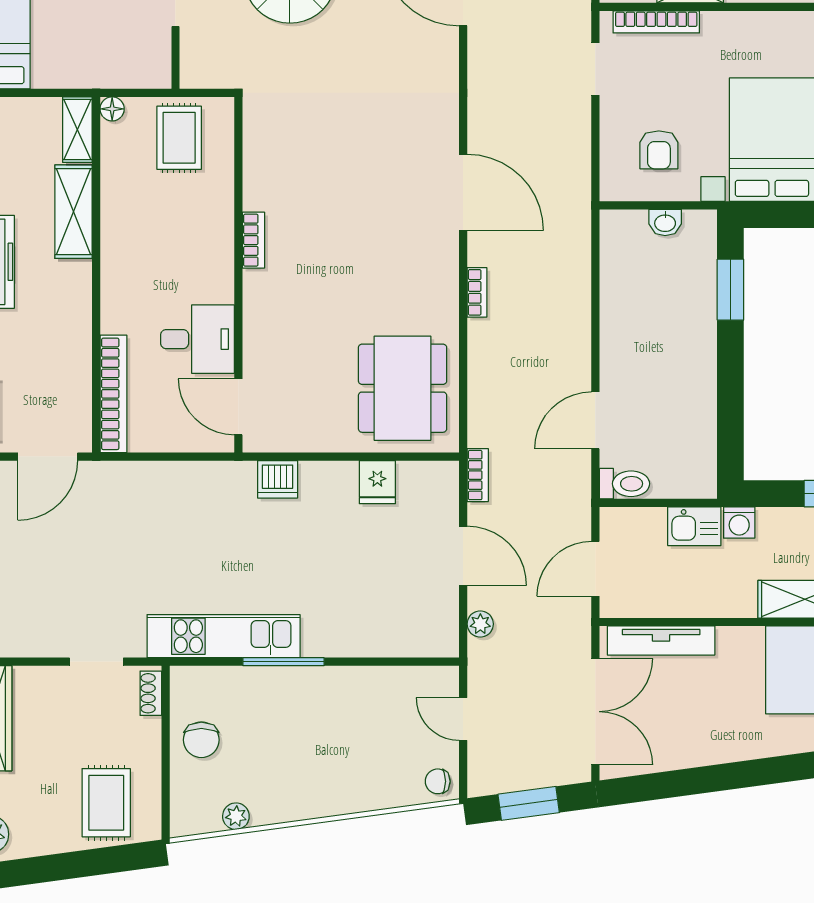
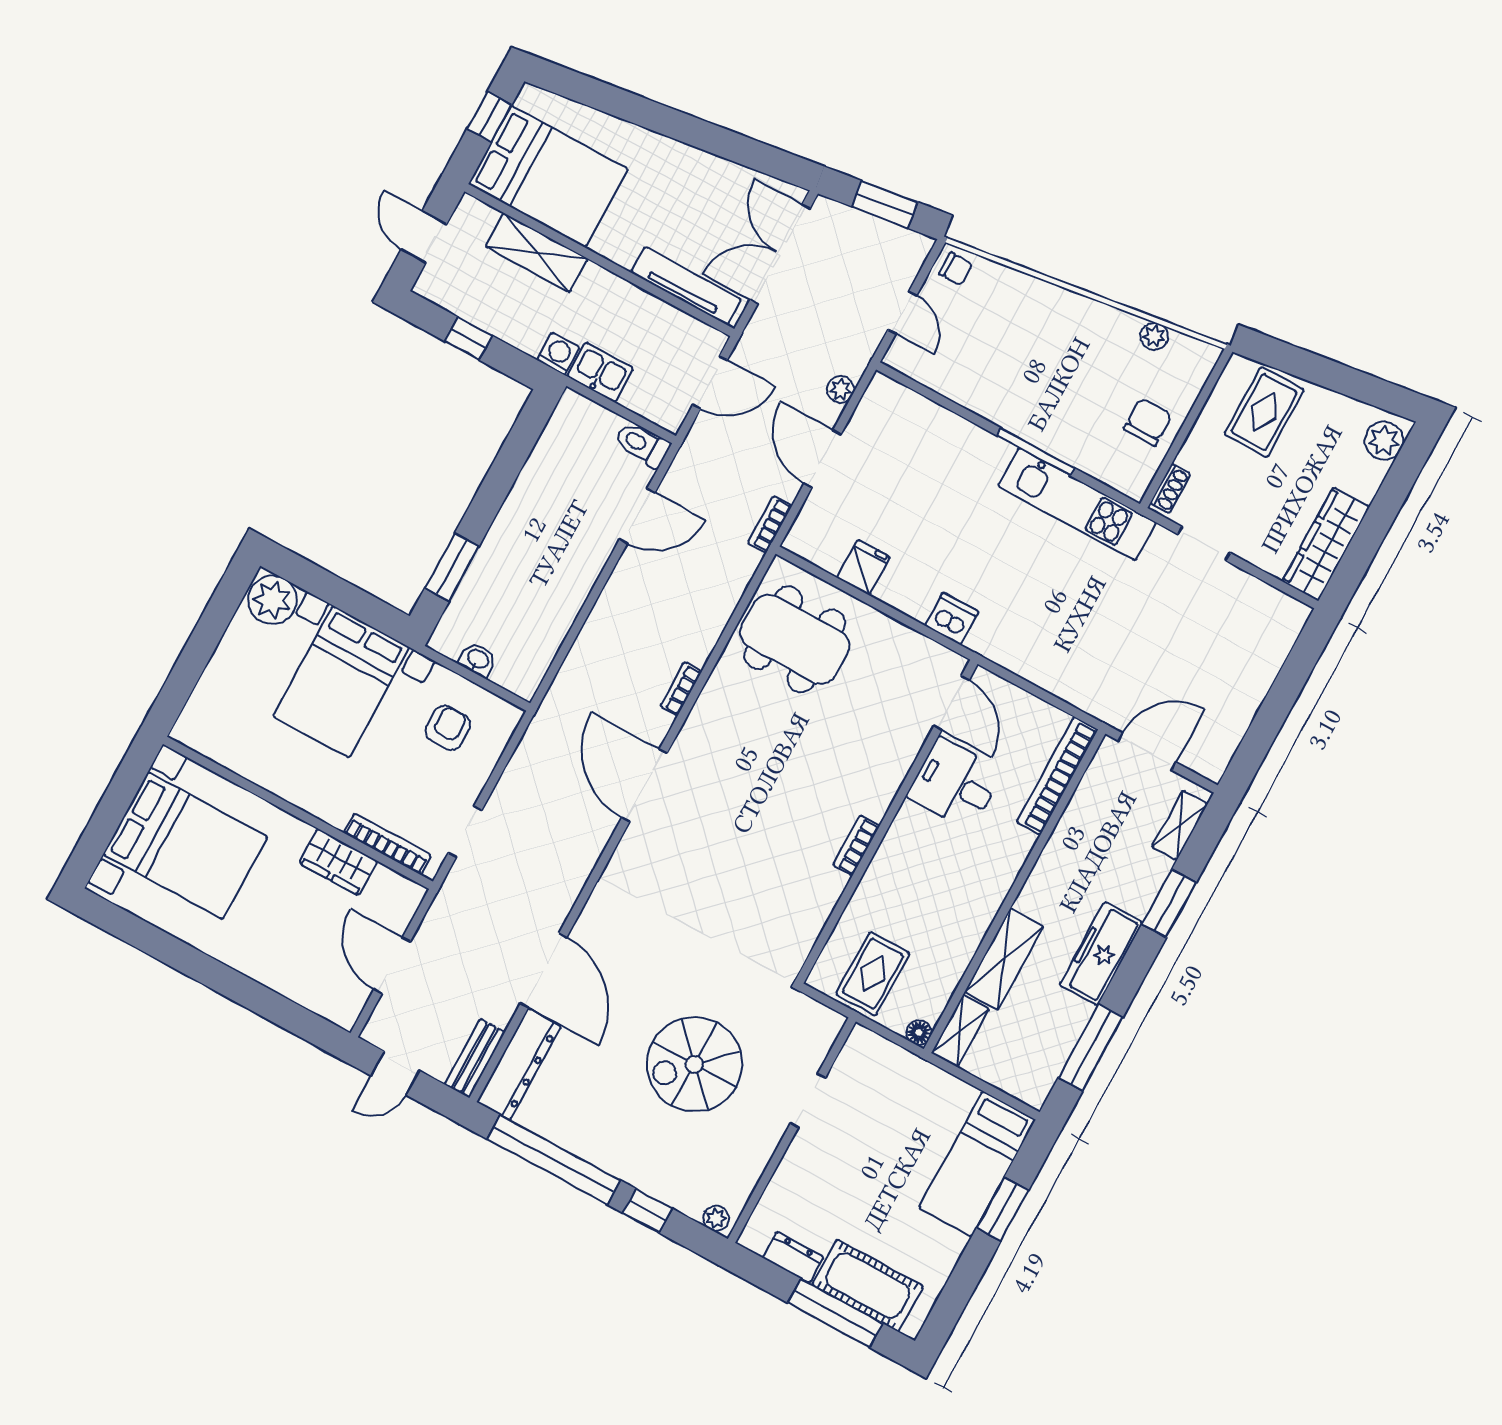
dining table: (403, 388) -> (795, 639), turned 90

